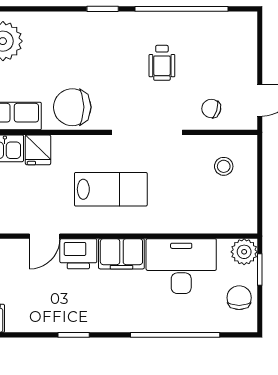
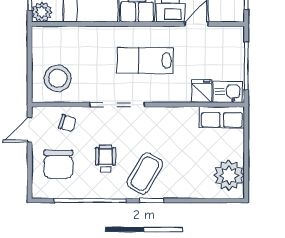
coffee table: (111, 44) -> (145, 174), added
chair: (72, 107) -> (58, 164), moved, turned 90
stool: (224, 166) -> (58, 78), width x1.89, depth x1.89

